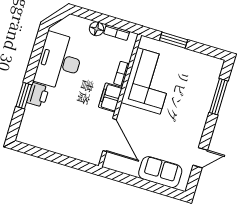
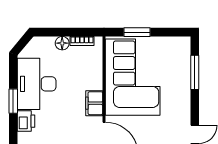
bookcase: (122, 74) -> (98, 78), removed
corner sofa: (149, 81) -> (133, 77), width x1.36, depth x1.36
window: (24, 96) -> (13, 101), moved

